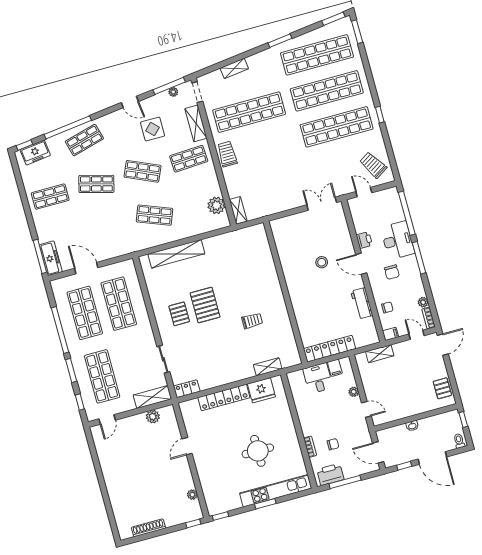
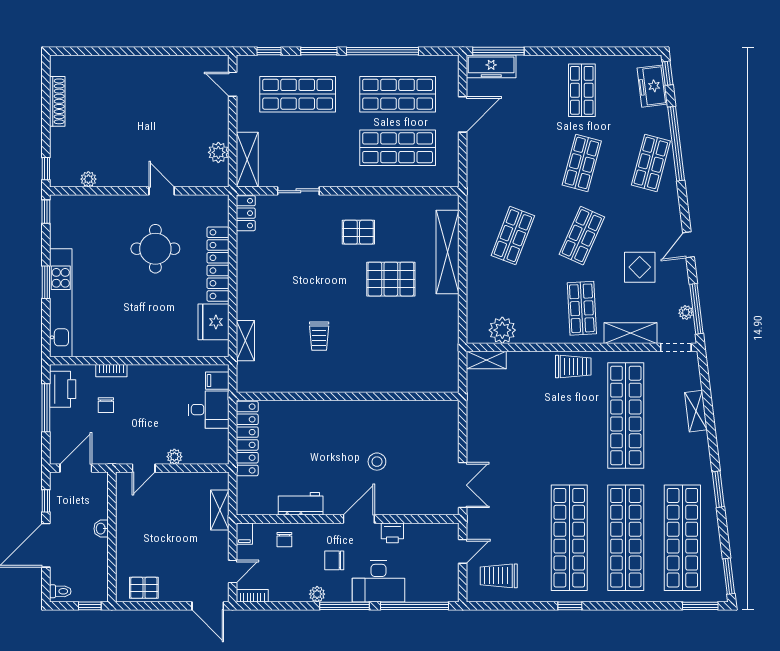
shop shelf: (84, 140) -> (651, 163), turned 30
trolley: (373, 165) -> (499, 576), turned -148
plant: (423, 302) -> (317, 594), moved
pallet: (205, 305) -> (391, 279), moved
filing cabinet: (335, 368) -> (217, 381), moved
round table: (258, 451) -> (155, 249), moved

